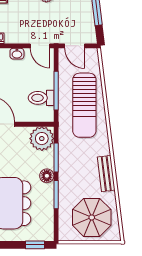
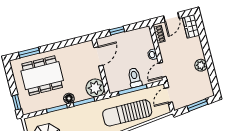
toilet: (41, 98) -> (135, 78), moved

